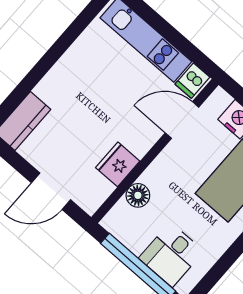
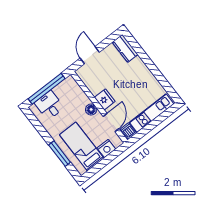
fridge: (118, 164) -> (105, 99), moved
floor lamp: (138, 195) -> (91, 109), moved

